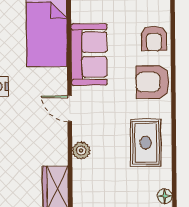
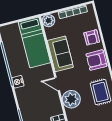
plant: (81, 150) -> (71, 99), width x1.88, depth x1.88

